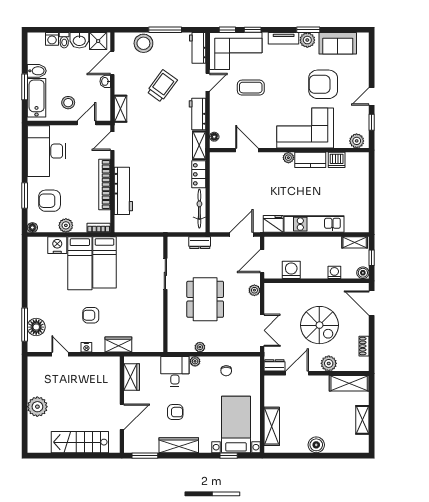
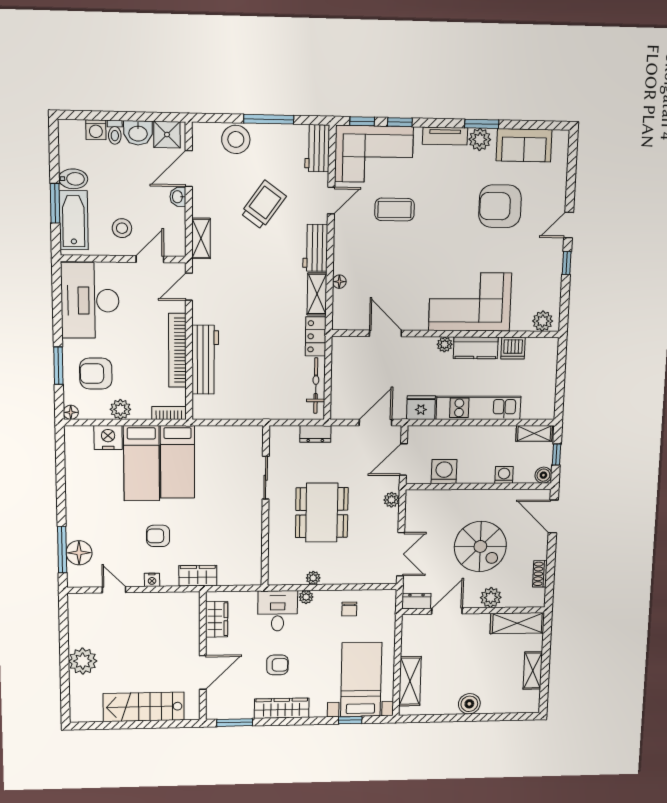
corner sofa: (305, 128) -> (470, 302), moved
plant: (357, 141) -> (543, 321), moved
door: (247, 150) -> (385, 333), moved
wall: (289, 150) -> (446, 334), moved
plant: (288, 158) -> (445, 344), moved
kitchen counter: (310, 160) -> (476, 348), moved
dishwasher: (337, 160) -> (513, 348), moved

